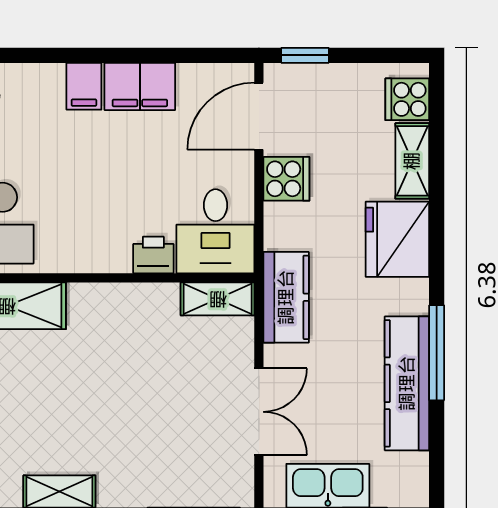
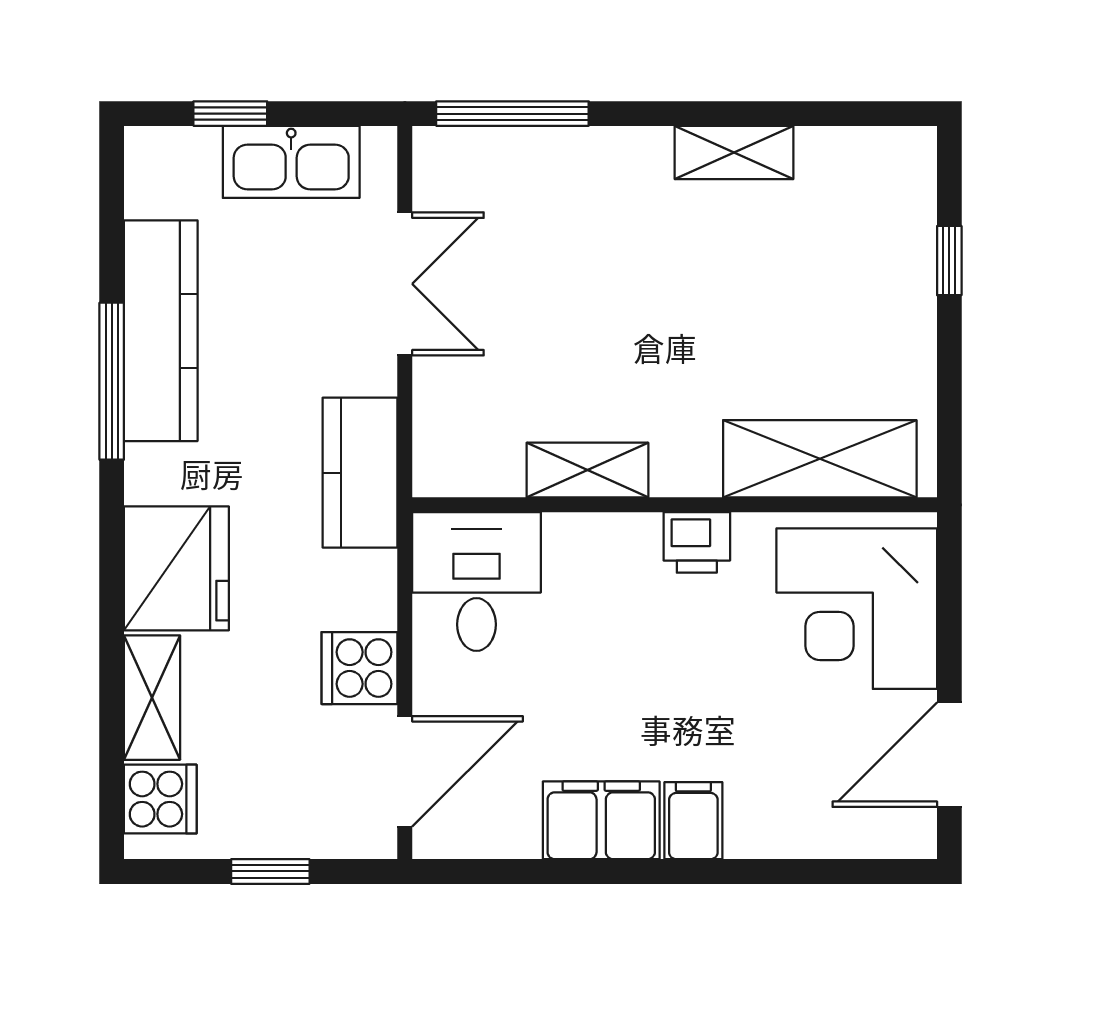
window: (305, 55) -> (270, 871), moved
printer: (153, 255) -> (697, 542), moved
shelving: (218, 299) -> (587, 470), moved
double door: (259, 412) -> (405, 284), swing flipped

